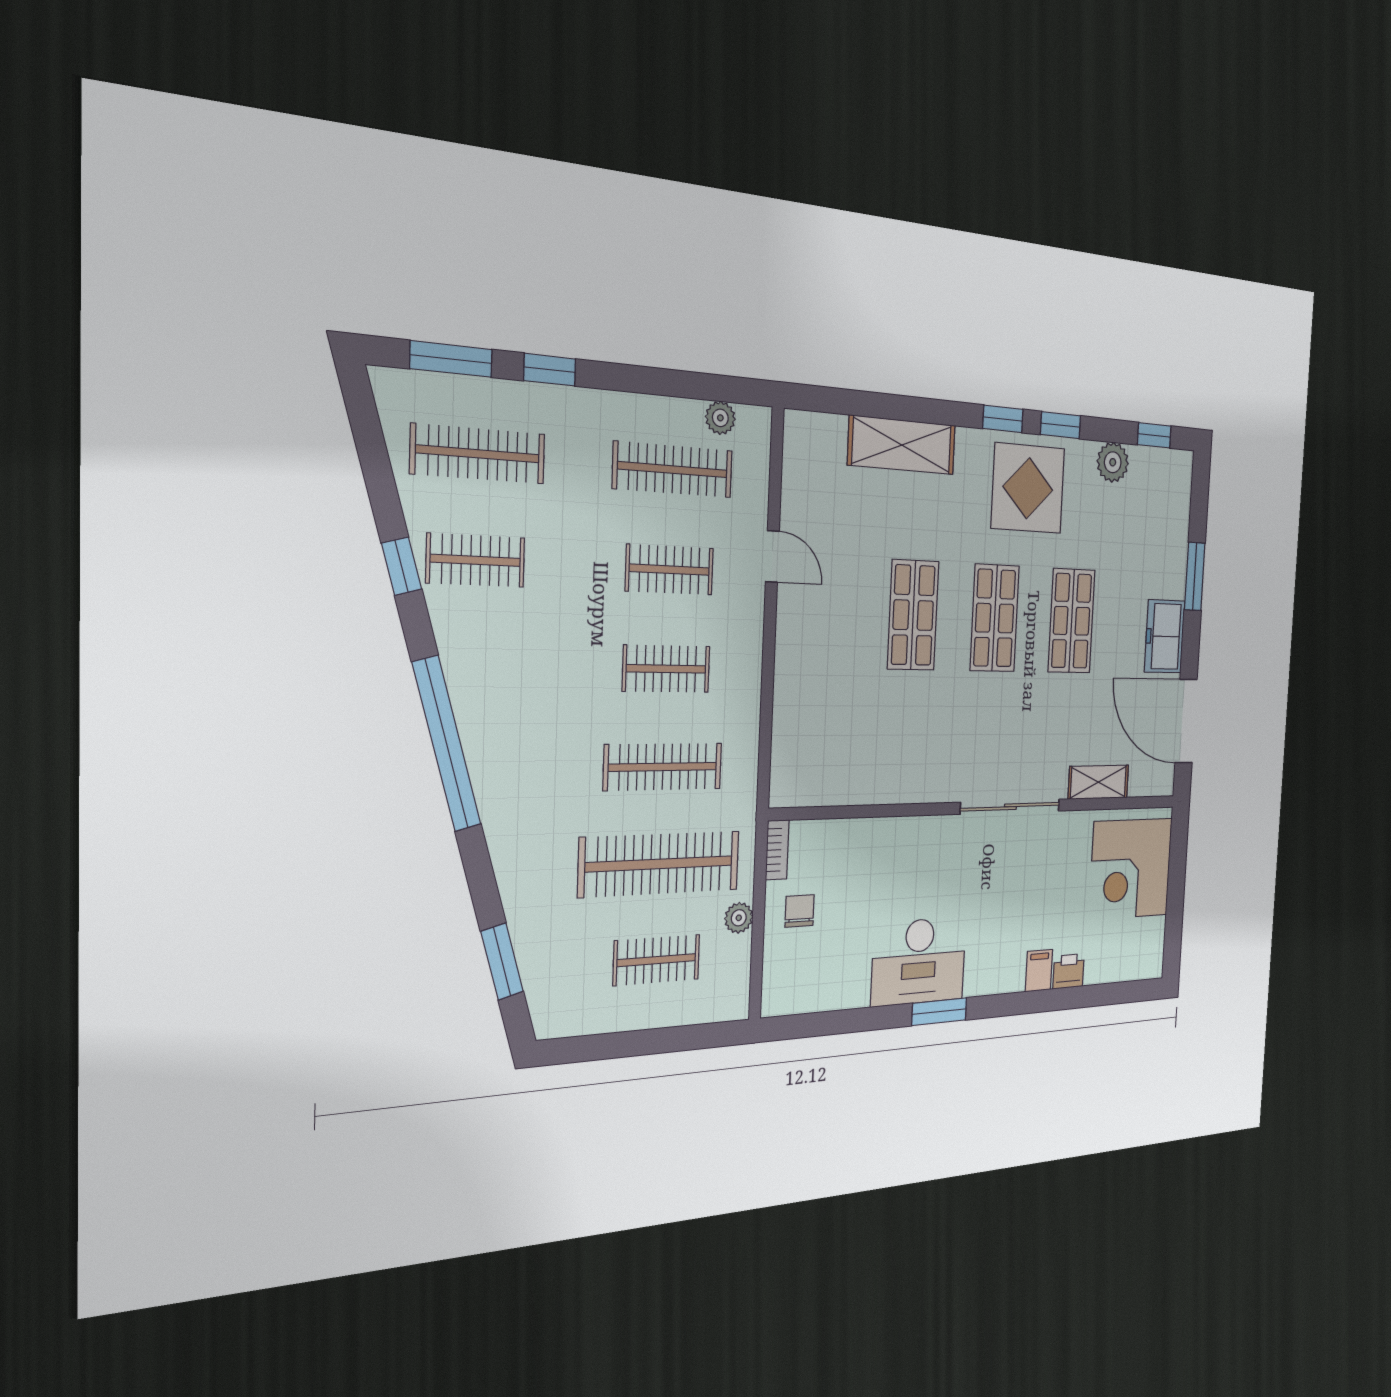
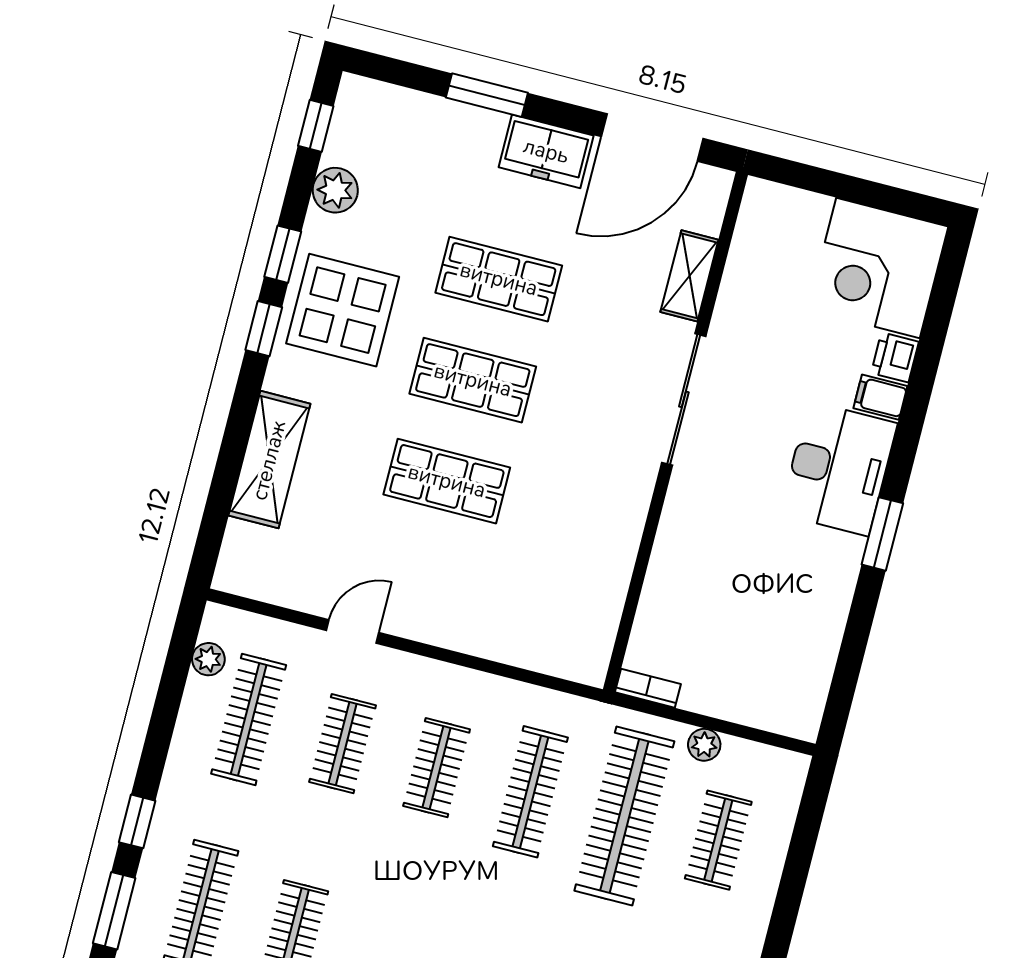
corner desk: (1131, 869) -> (878, 268), moved, turned 90
chair: (800, 911) -> (719, 677), removed
desk: (919, 961) -> (839, 469), moved

